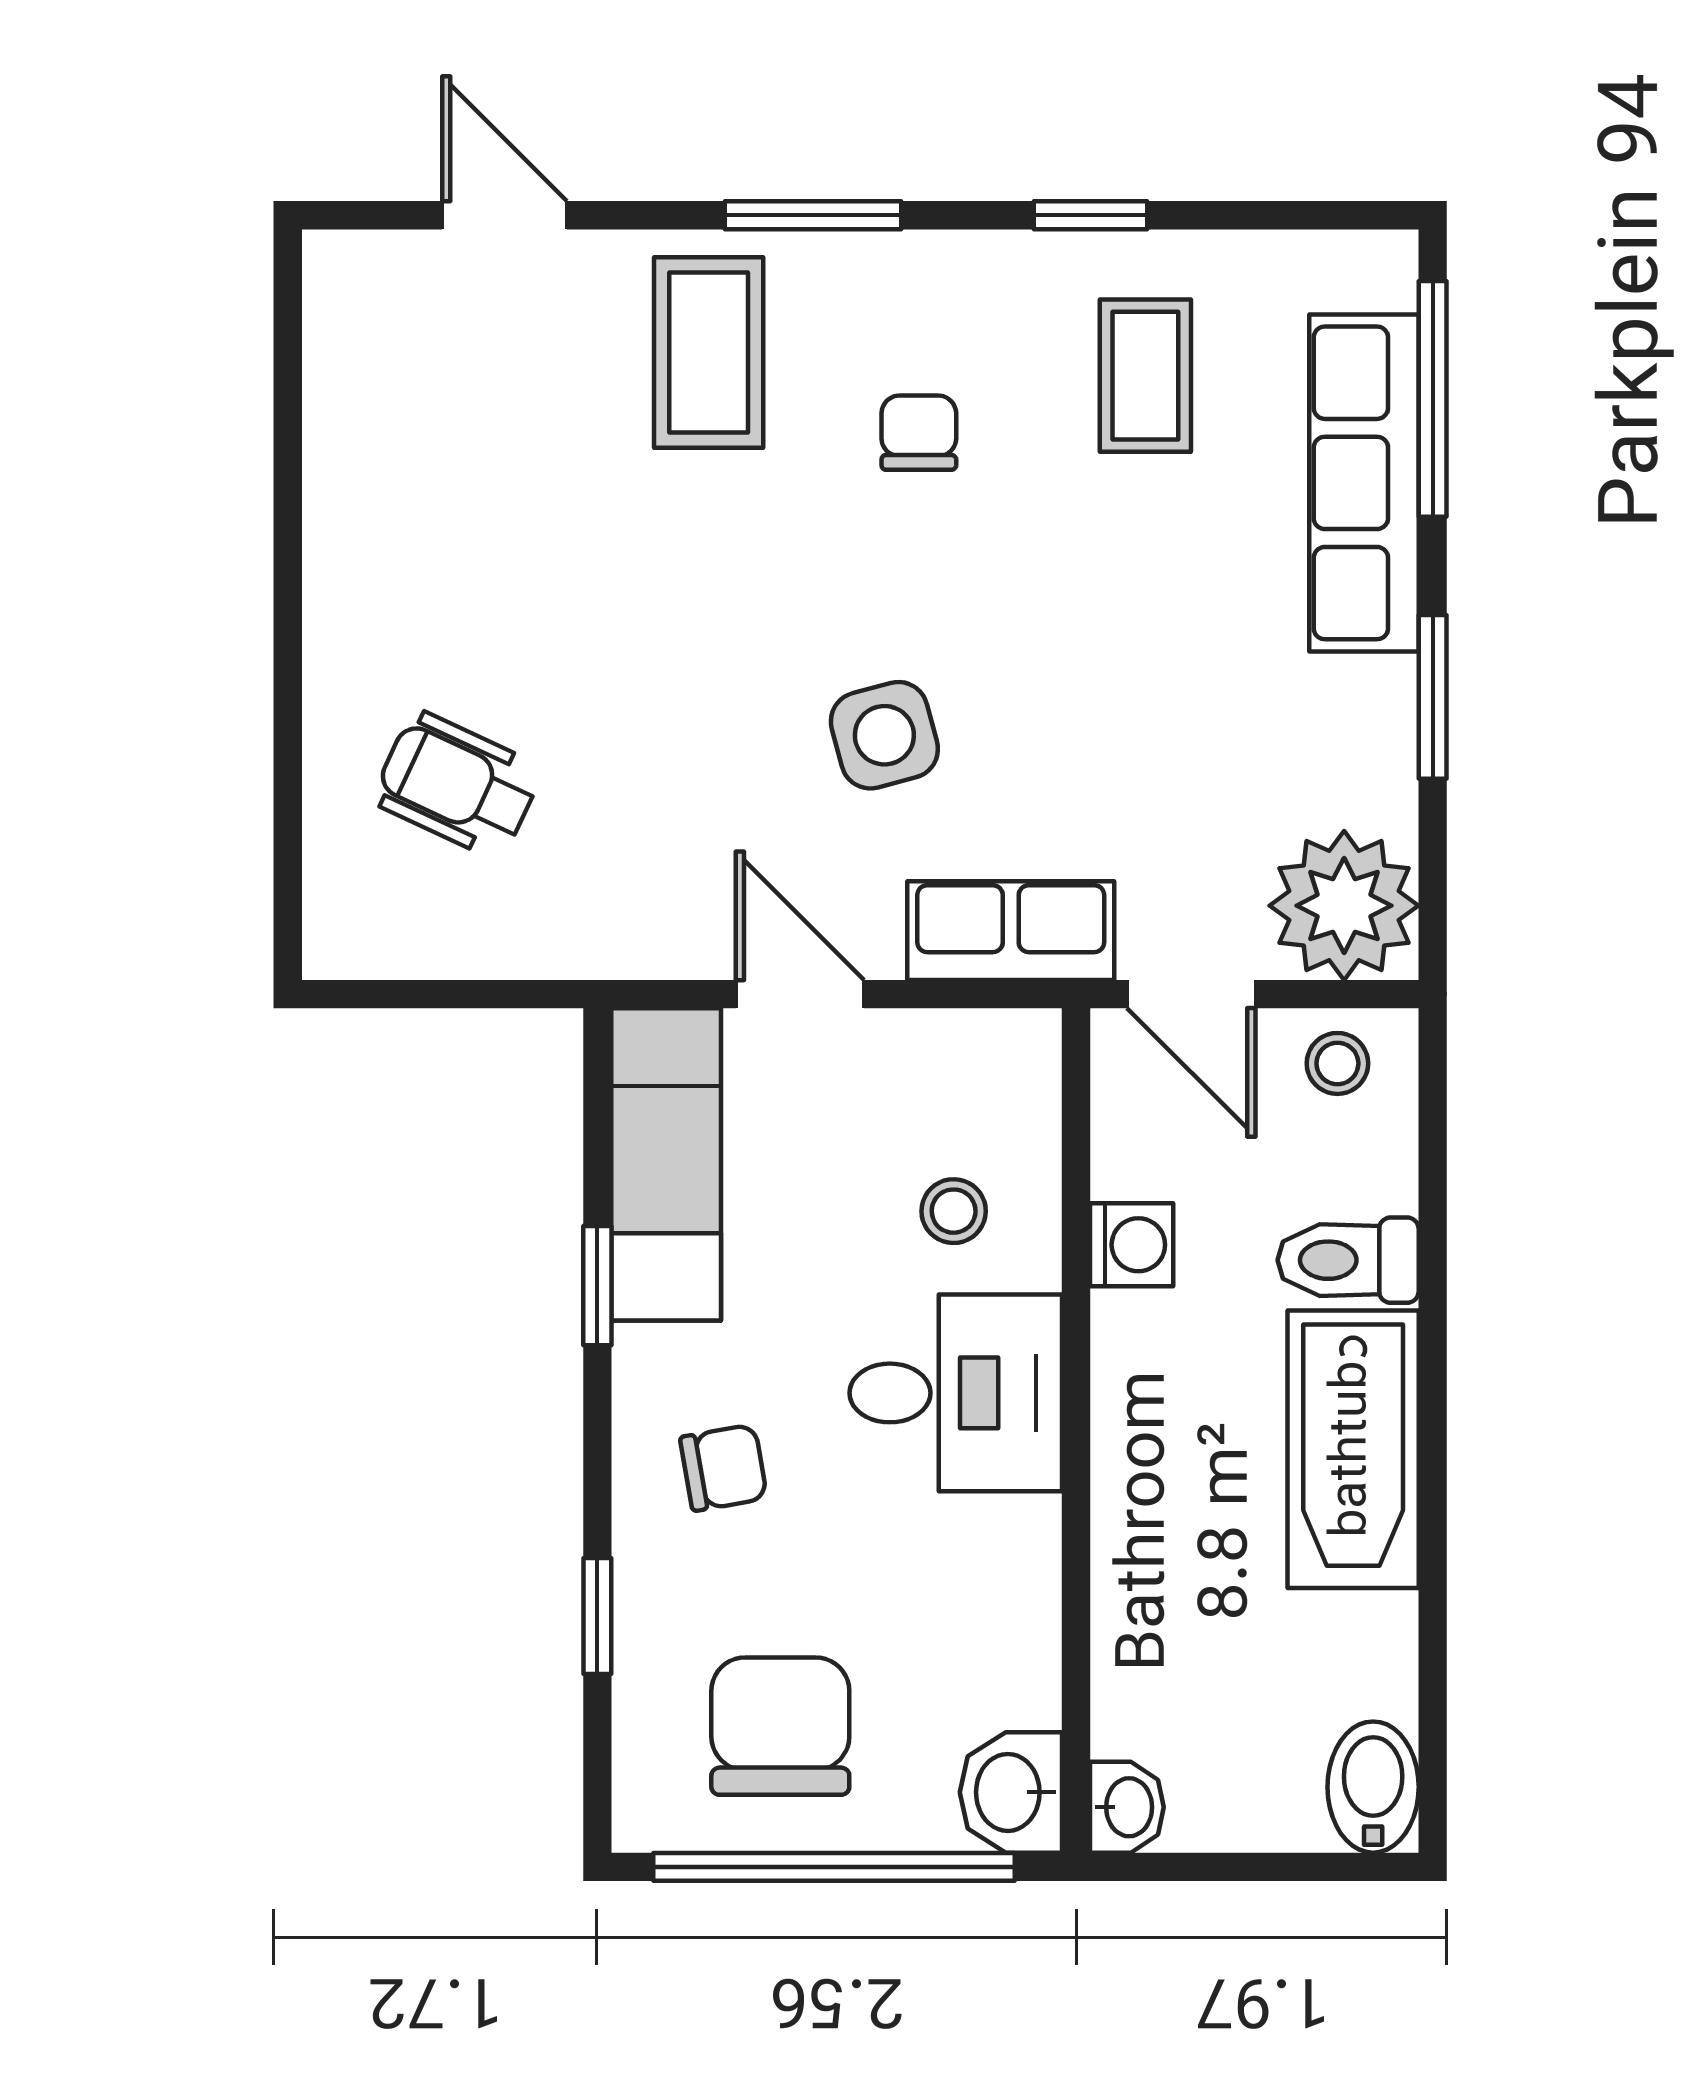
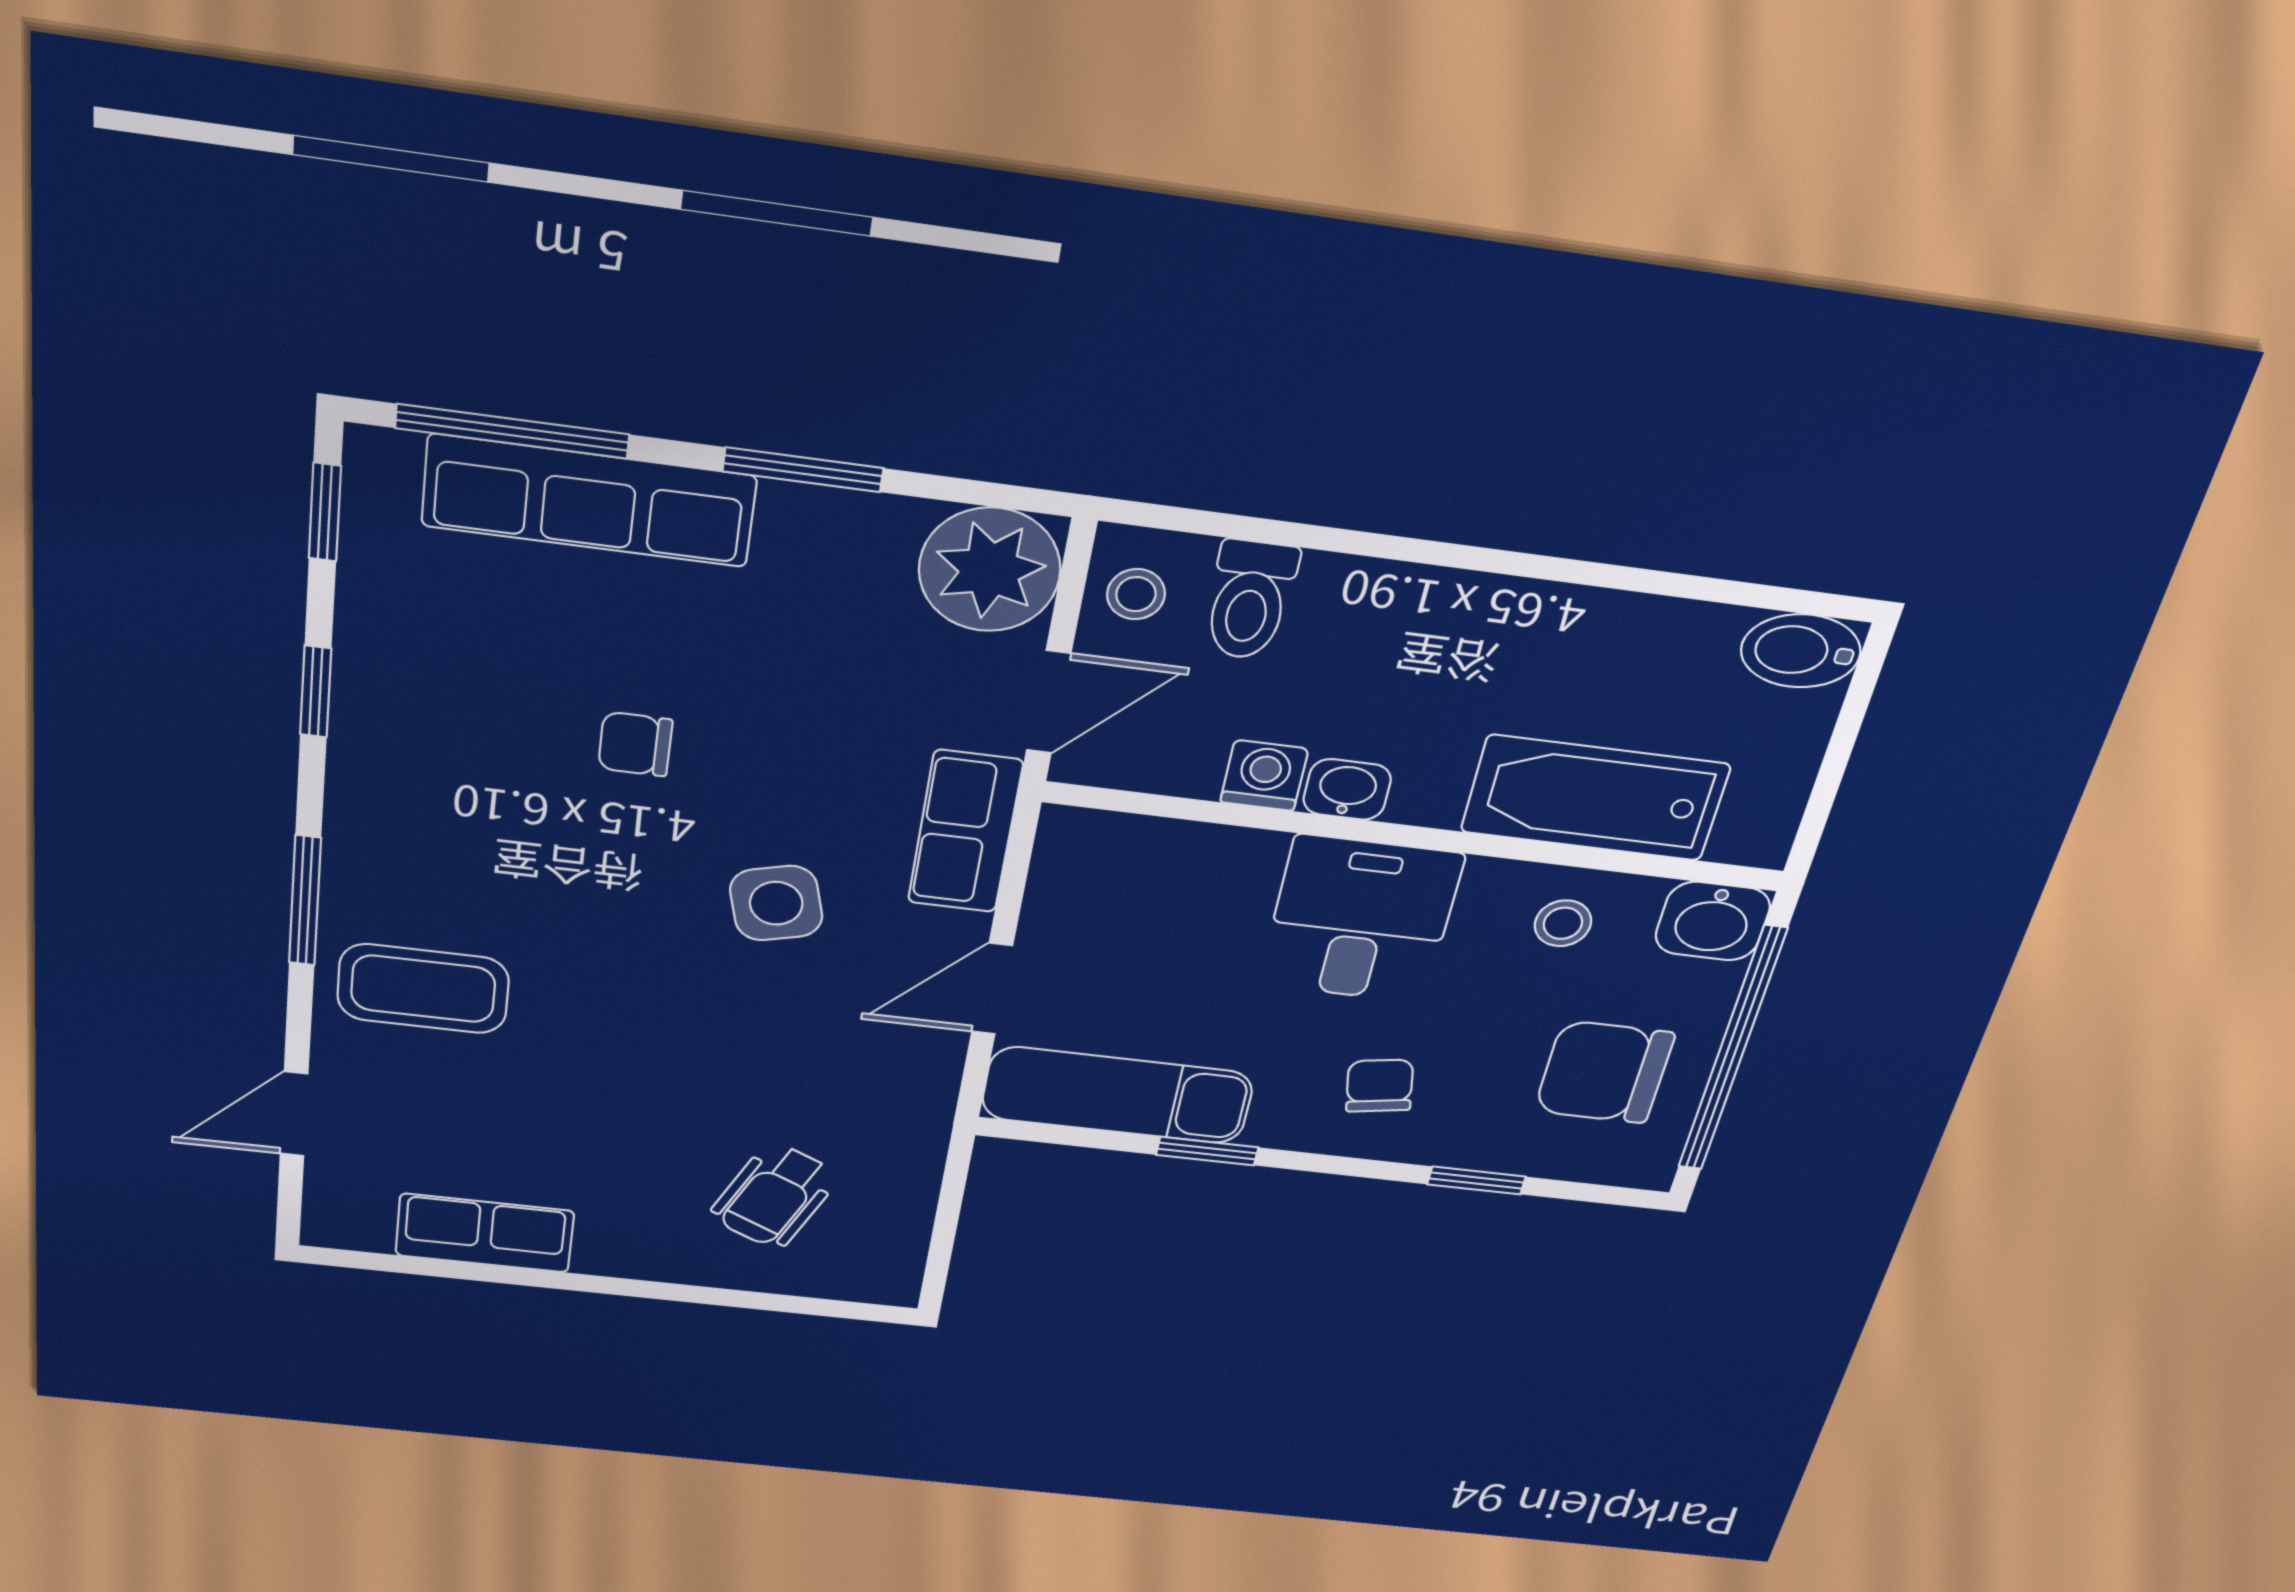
window: (1311, 215) -> (325, 512), added
coffee table: (1145, 376) -> (470, 667), removed
chair: (919, 433) -> (635, 744), moved
row of seats: (351, 448) -> (485, 1233), added
stool: (954, 1211) -> (1563, 923), moved
toilet: (1348, 1260) -> (1250, 600), moved
bathtub: (1353, 1449) -> (1595, 798), moved, turned 180
washbasin: (1127, 1807) -> (1347, 789), moved

